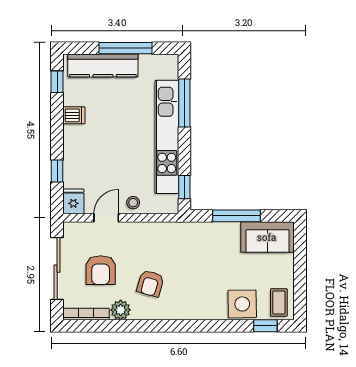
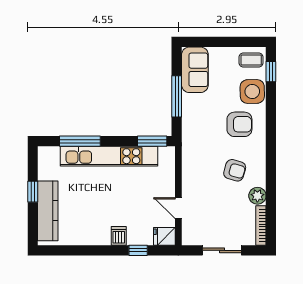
window: (125, 48) -> (33, 192), width x0.46
window: (57, 82) -> (62, 250), removed
dishwasher: (74, 115) -> (119, 236), moved
window: (184, 187) -> (152, 141), width x1.50
stool: (133, 203) -> (165, 185), removed
sliding door: (57, 269) -> (222, 250), width x0.73
armchair: (101, 270) -> (239, 124), moved

